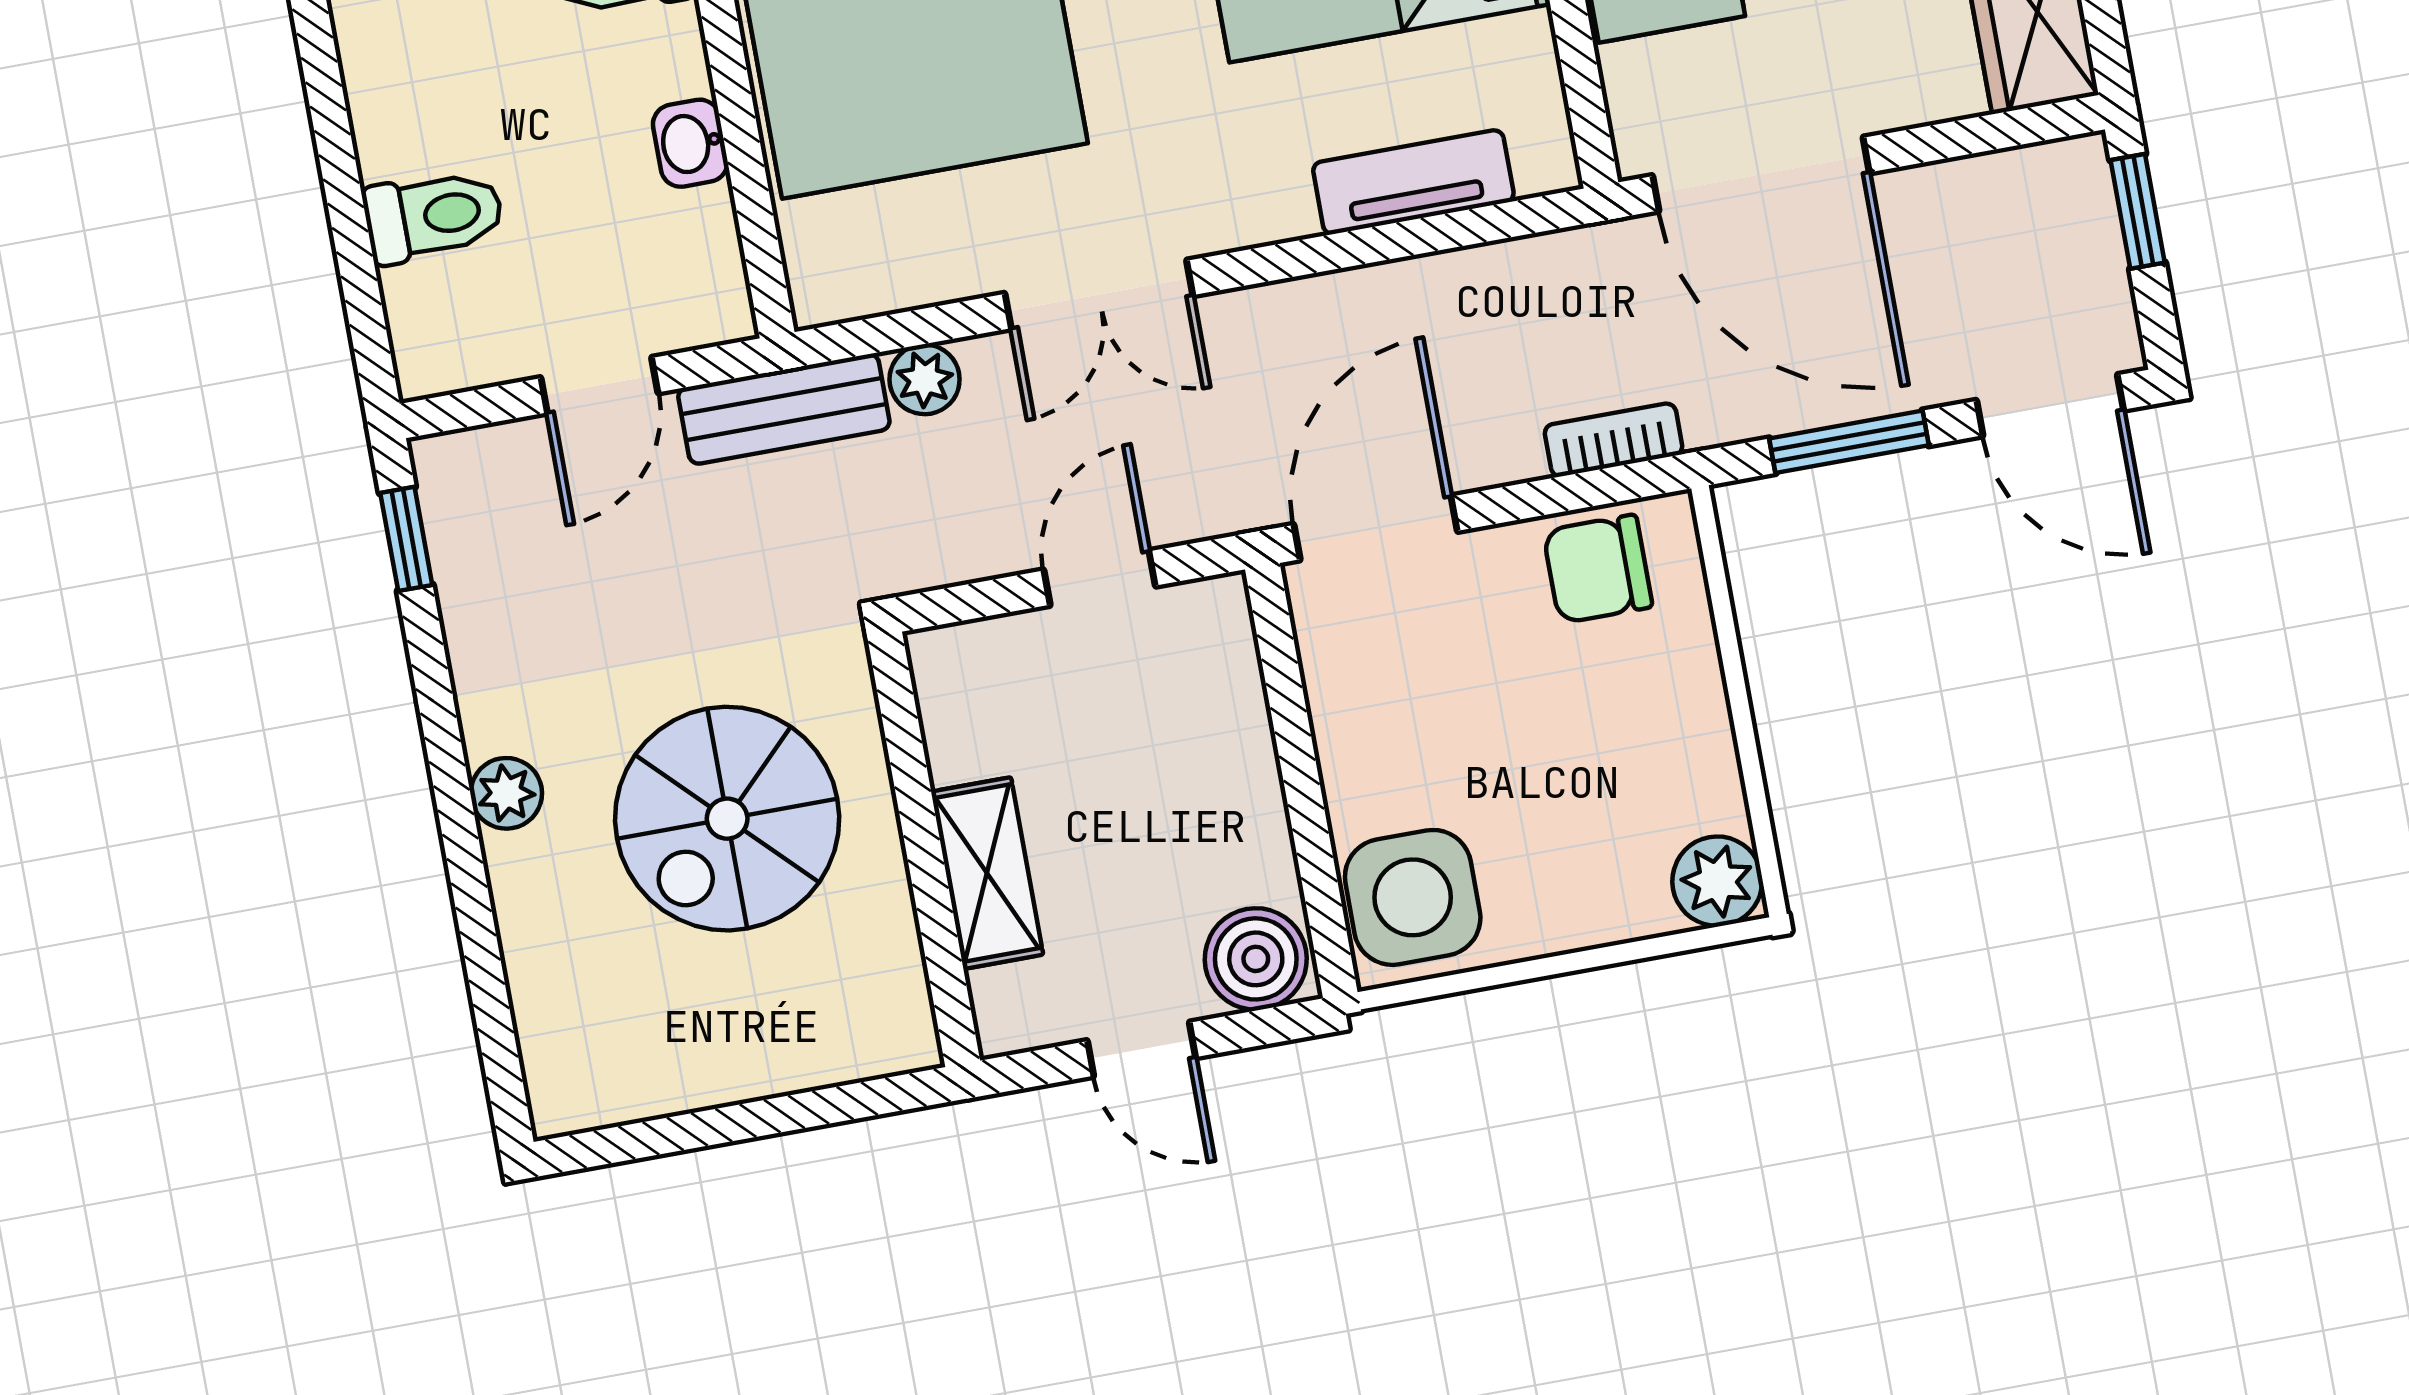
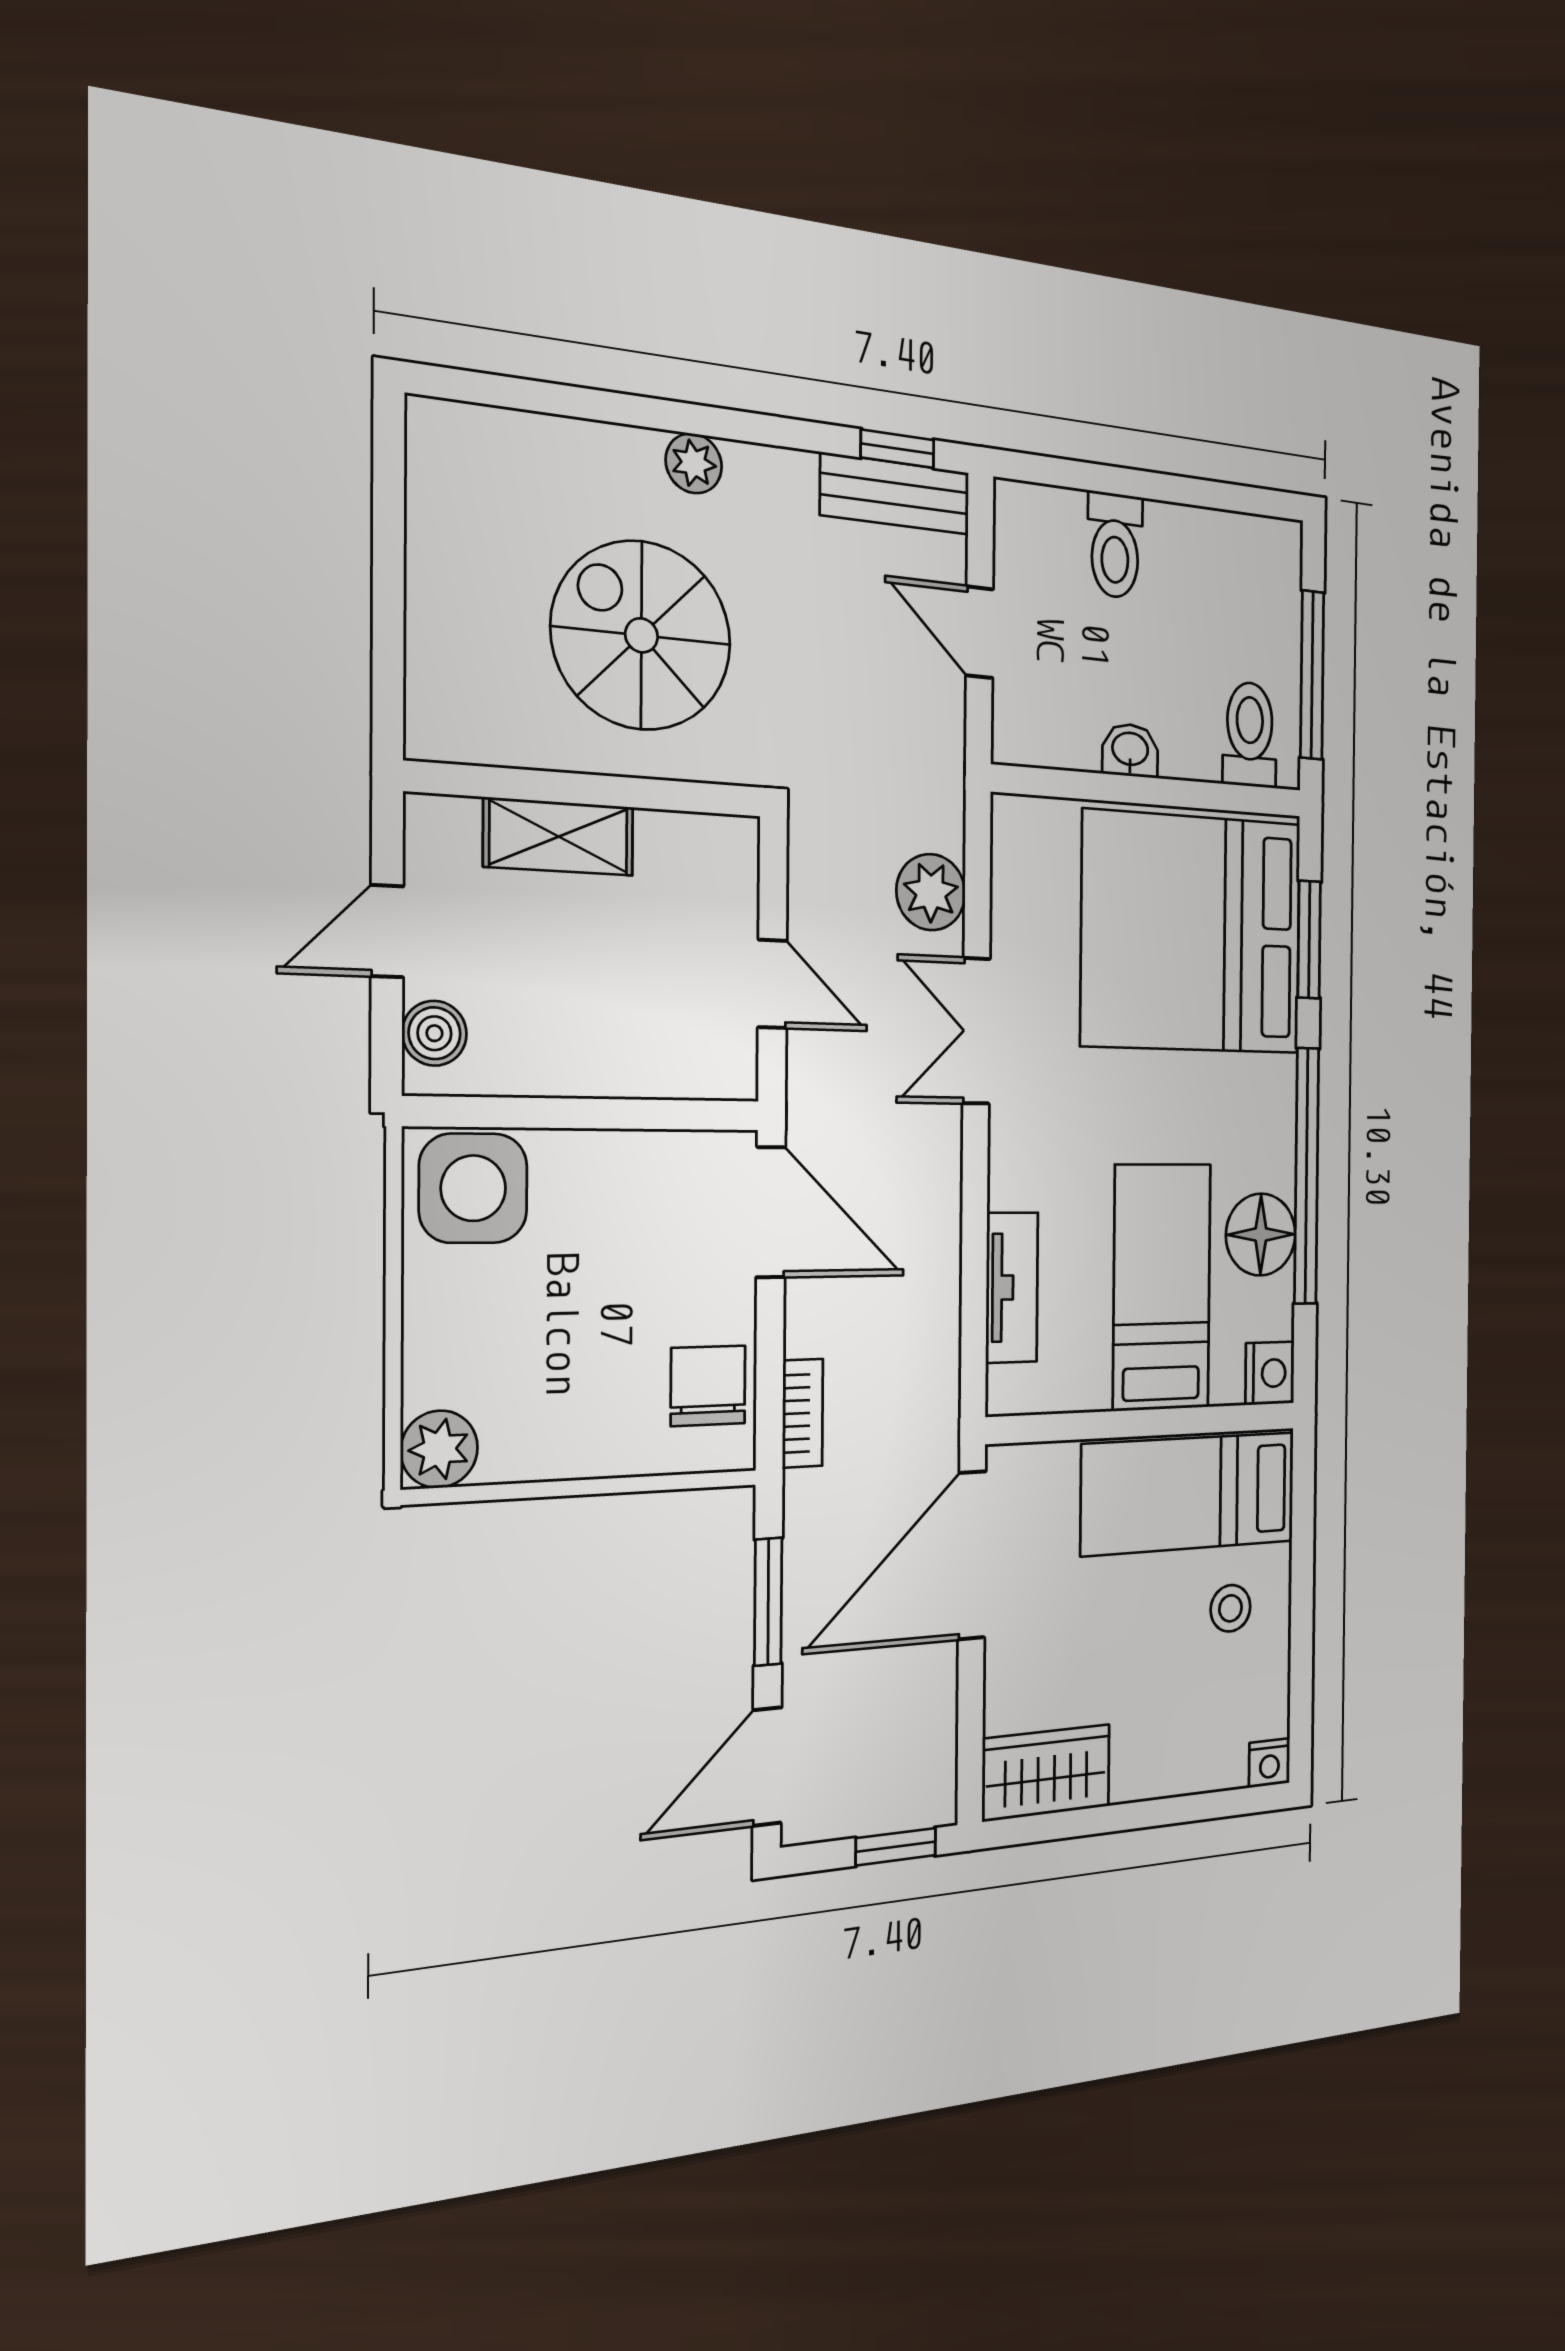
plant: (925, 379) -> (931, 892), width x1.38, depth x1.38
bench: (784, 409) -> (895, 494), moved, turned 90
boiler: (1256, 959) -> (434, 1033), width x0.73, depth x0.73

